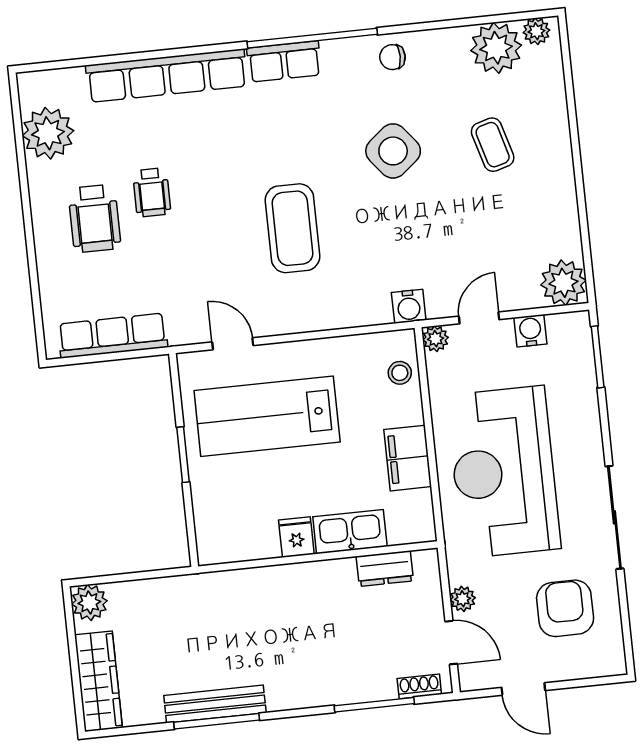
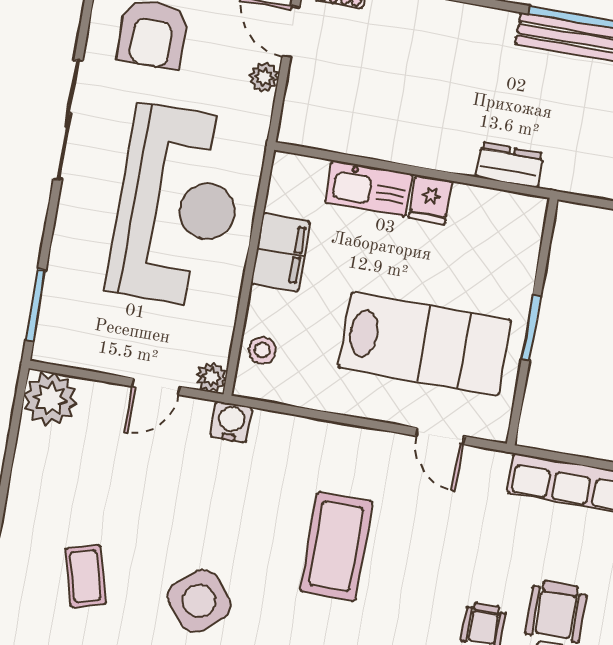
water cooler: (530, 331) -> (103, 356), removed
dresser: (385, 569) -> (510, 165), moved

